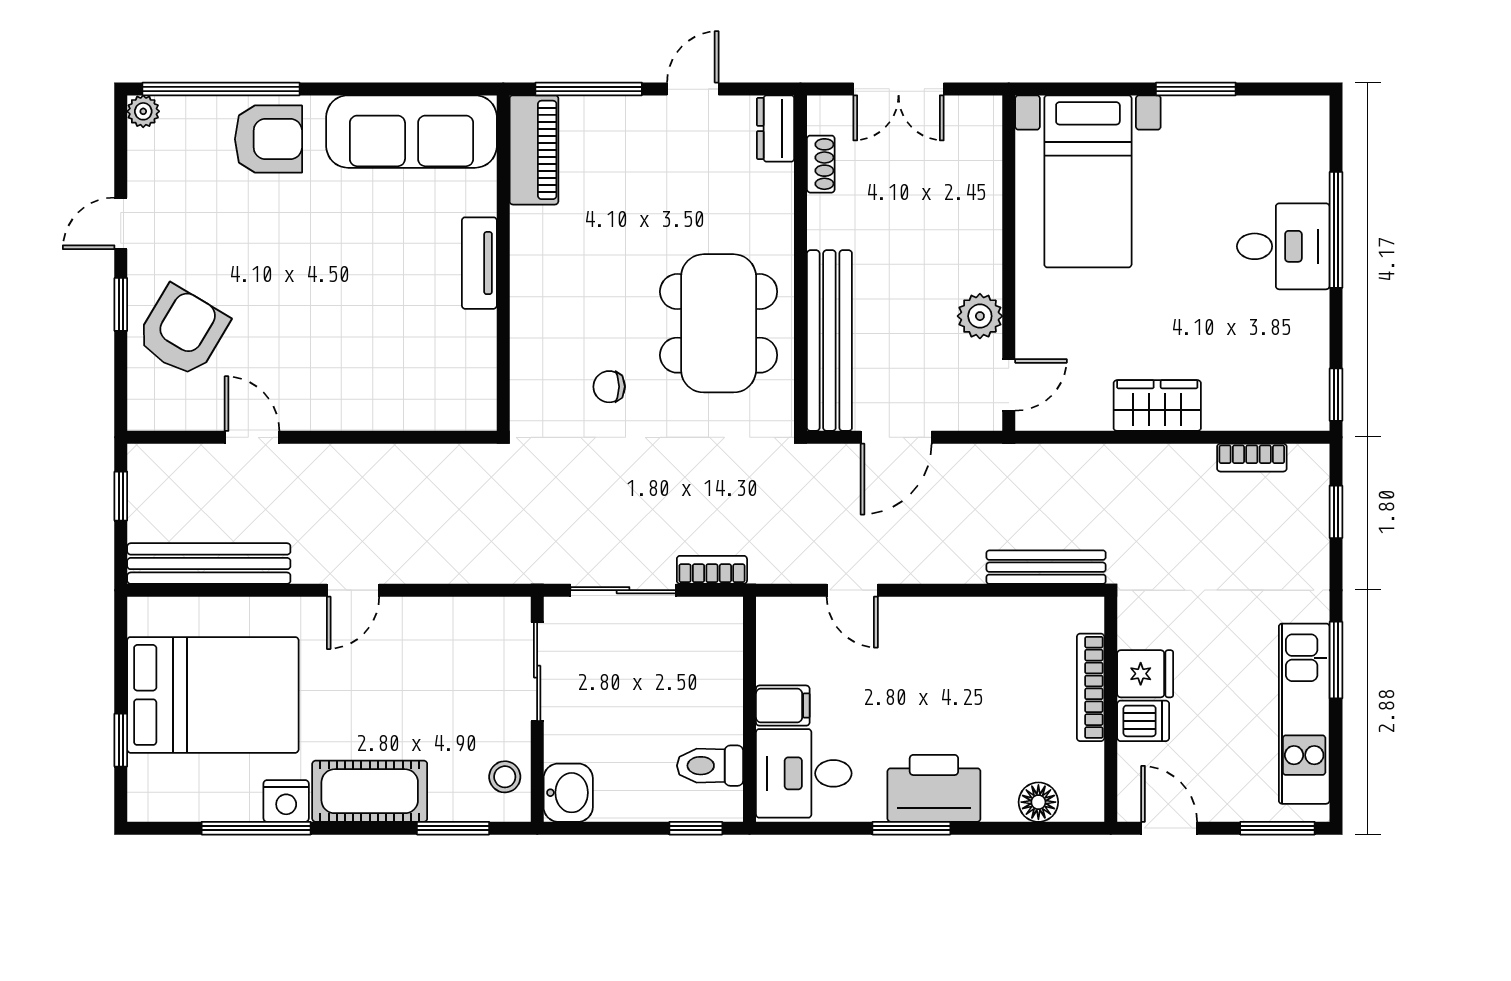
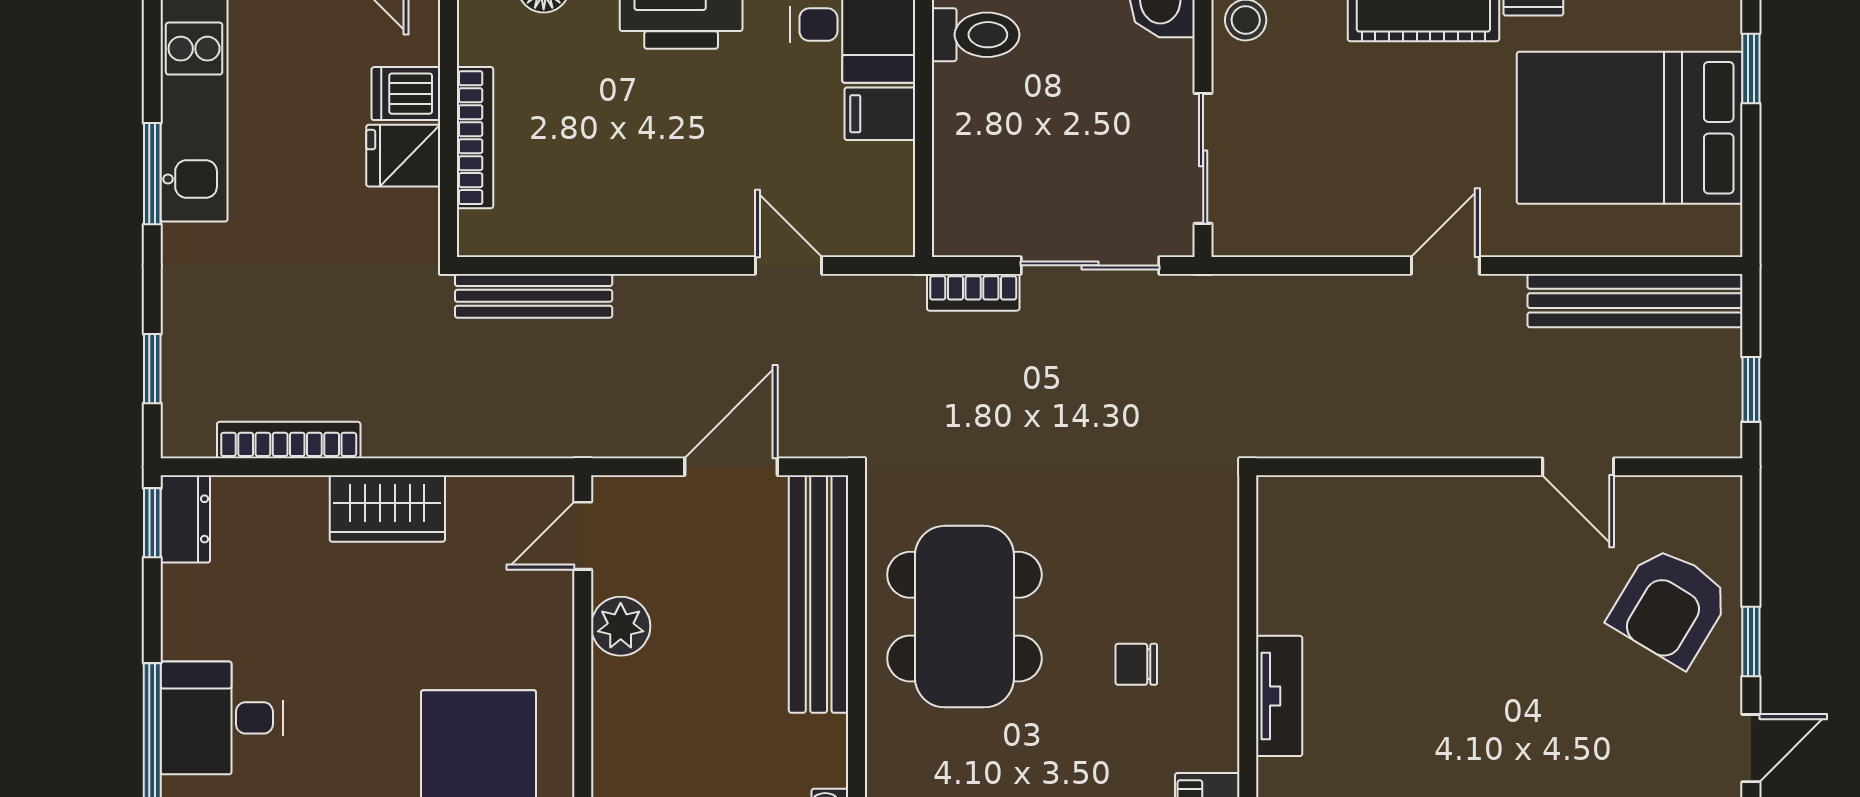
chair: (609, 387) -> (1136, 664), moved, turned 180
dresser: (1311, 398) -> (185, 519), added
bookcase: (1252, 458) -> (289, 440), width x1.56

